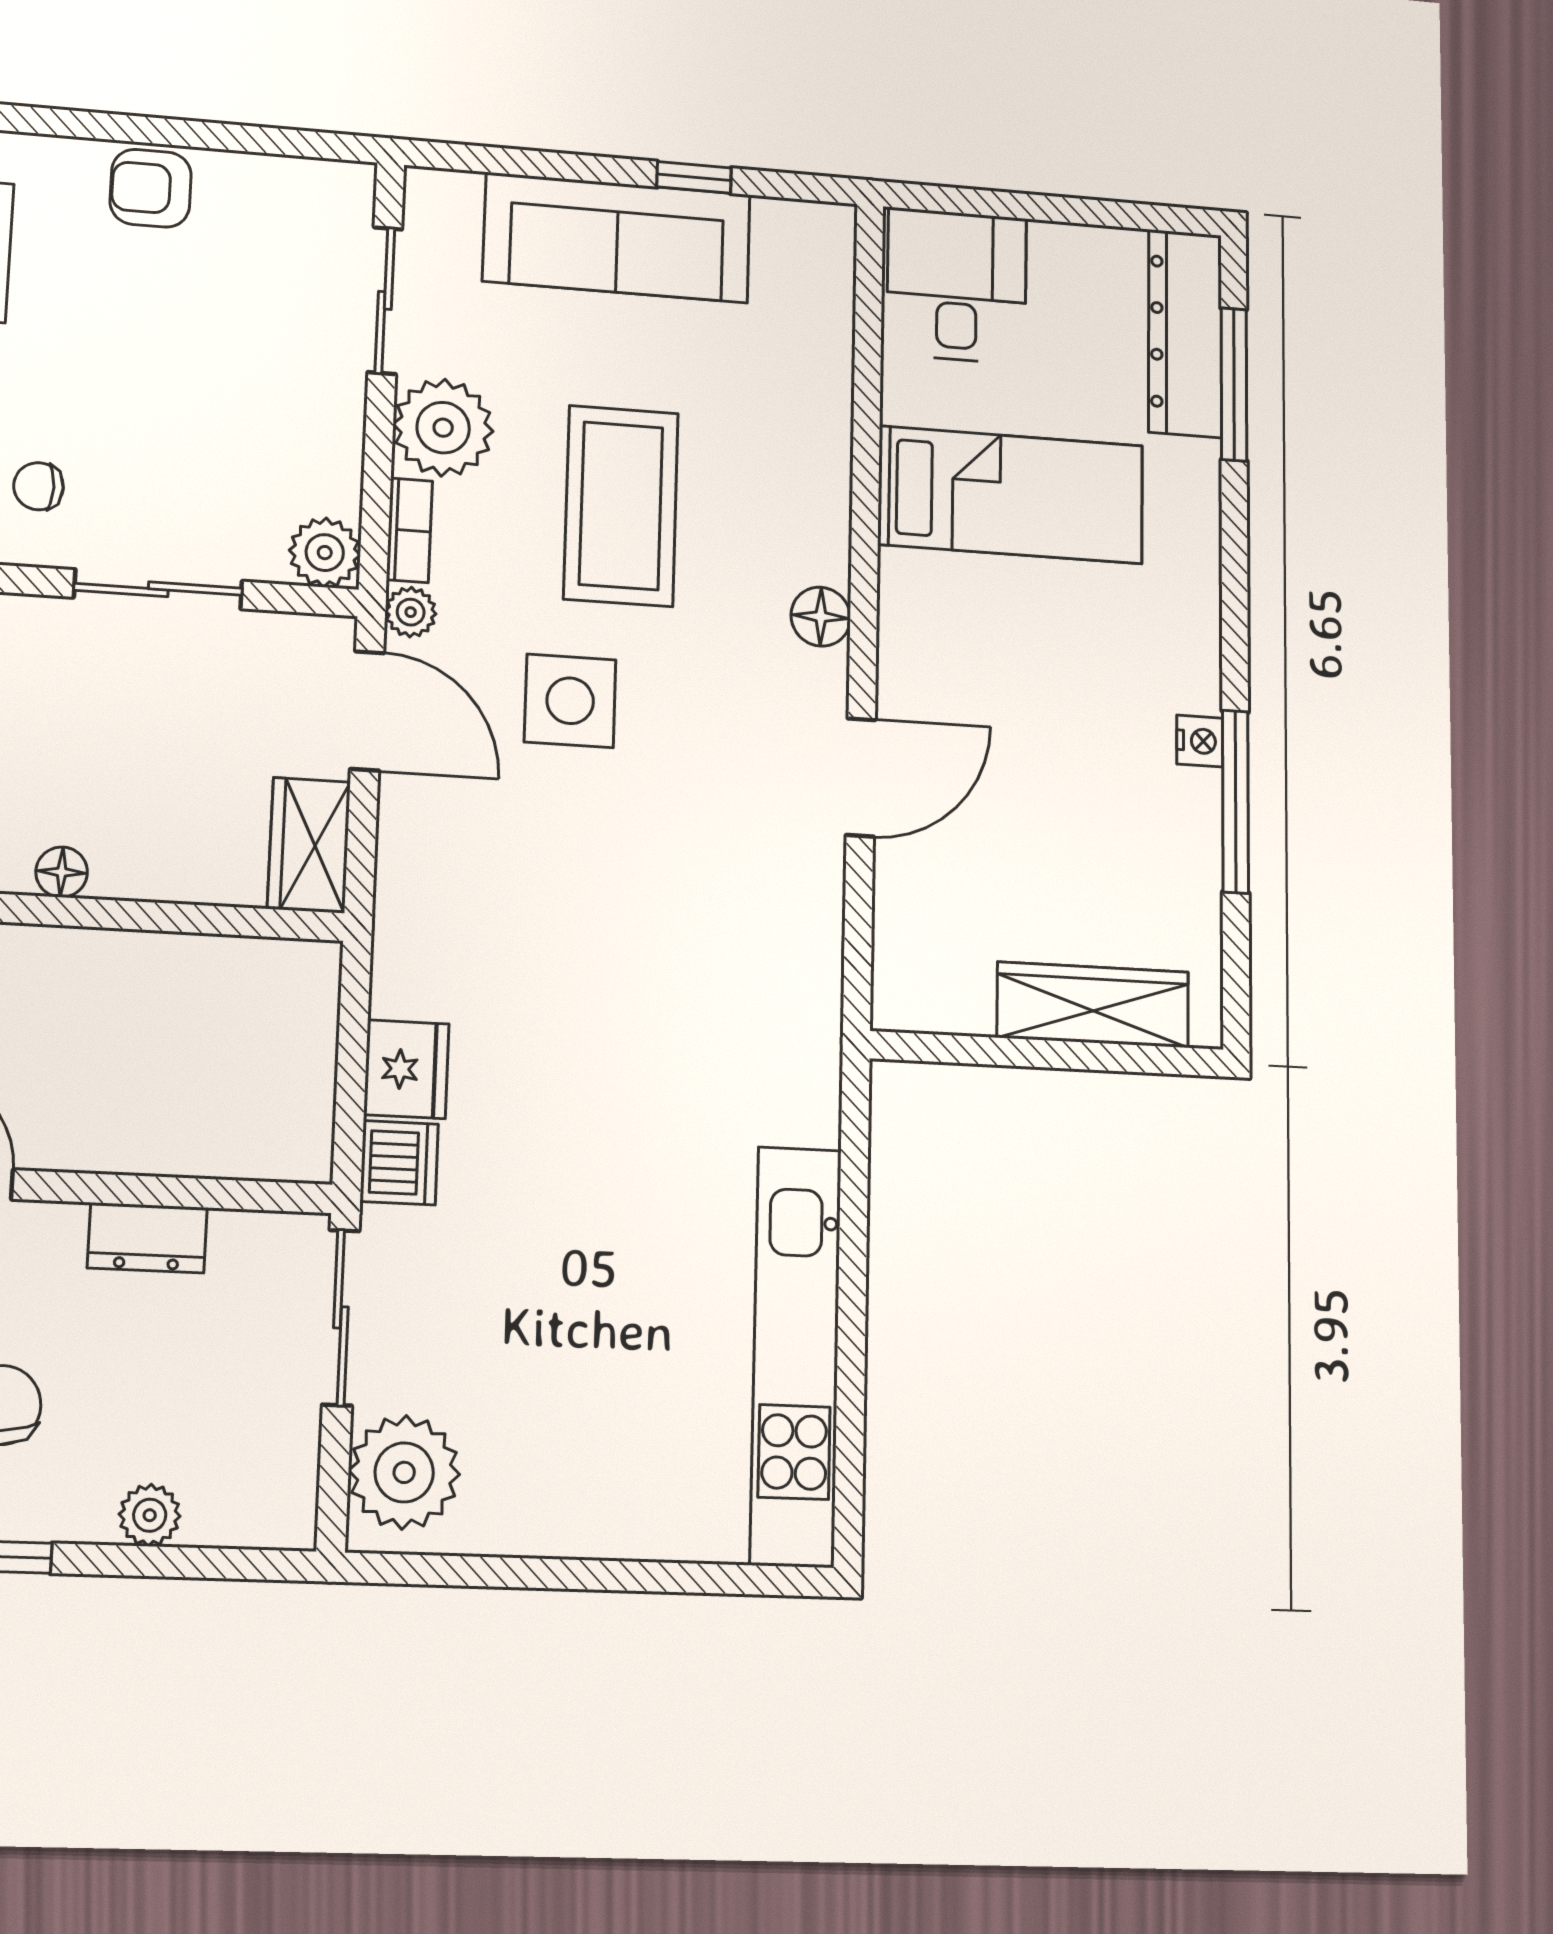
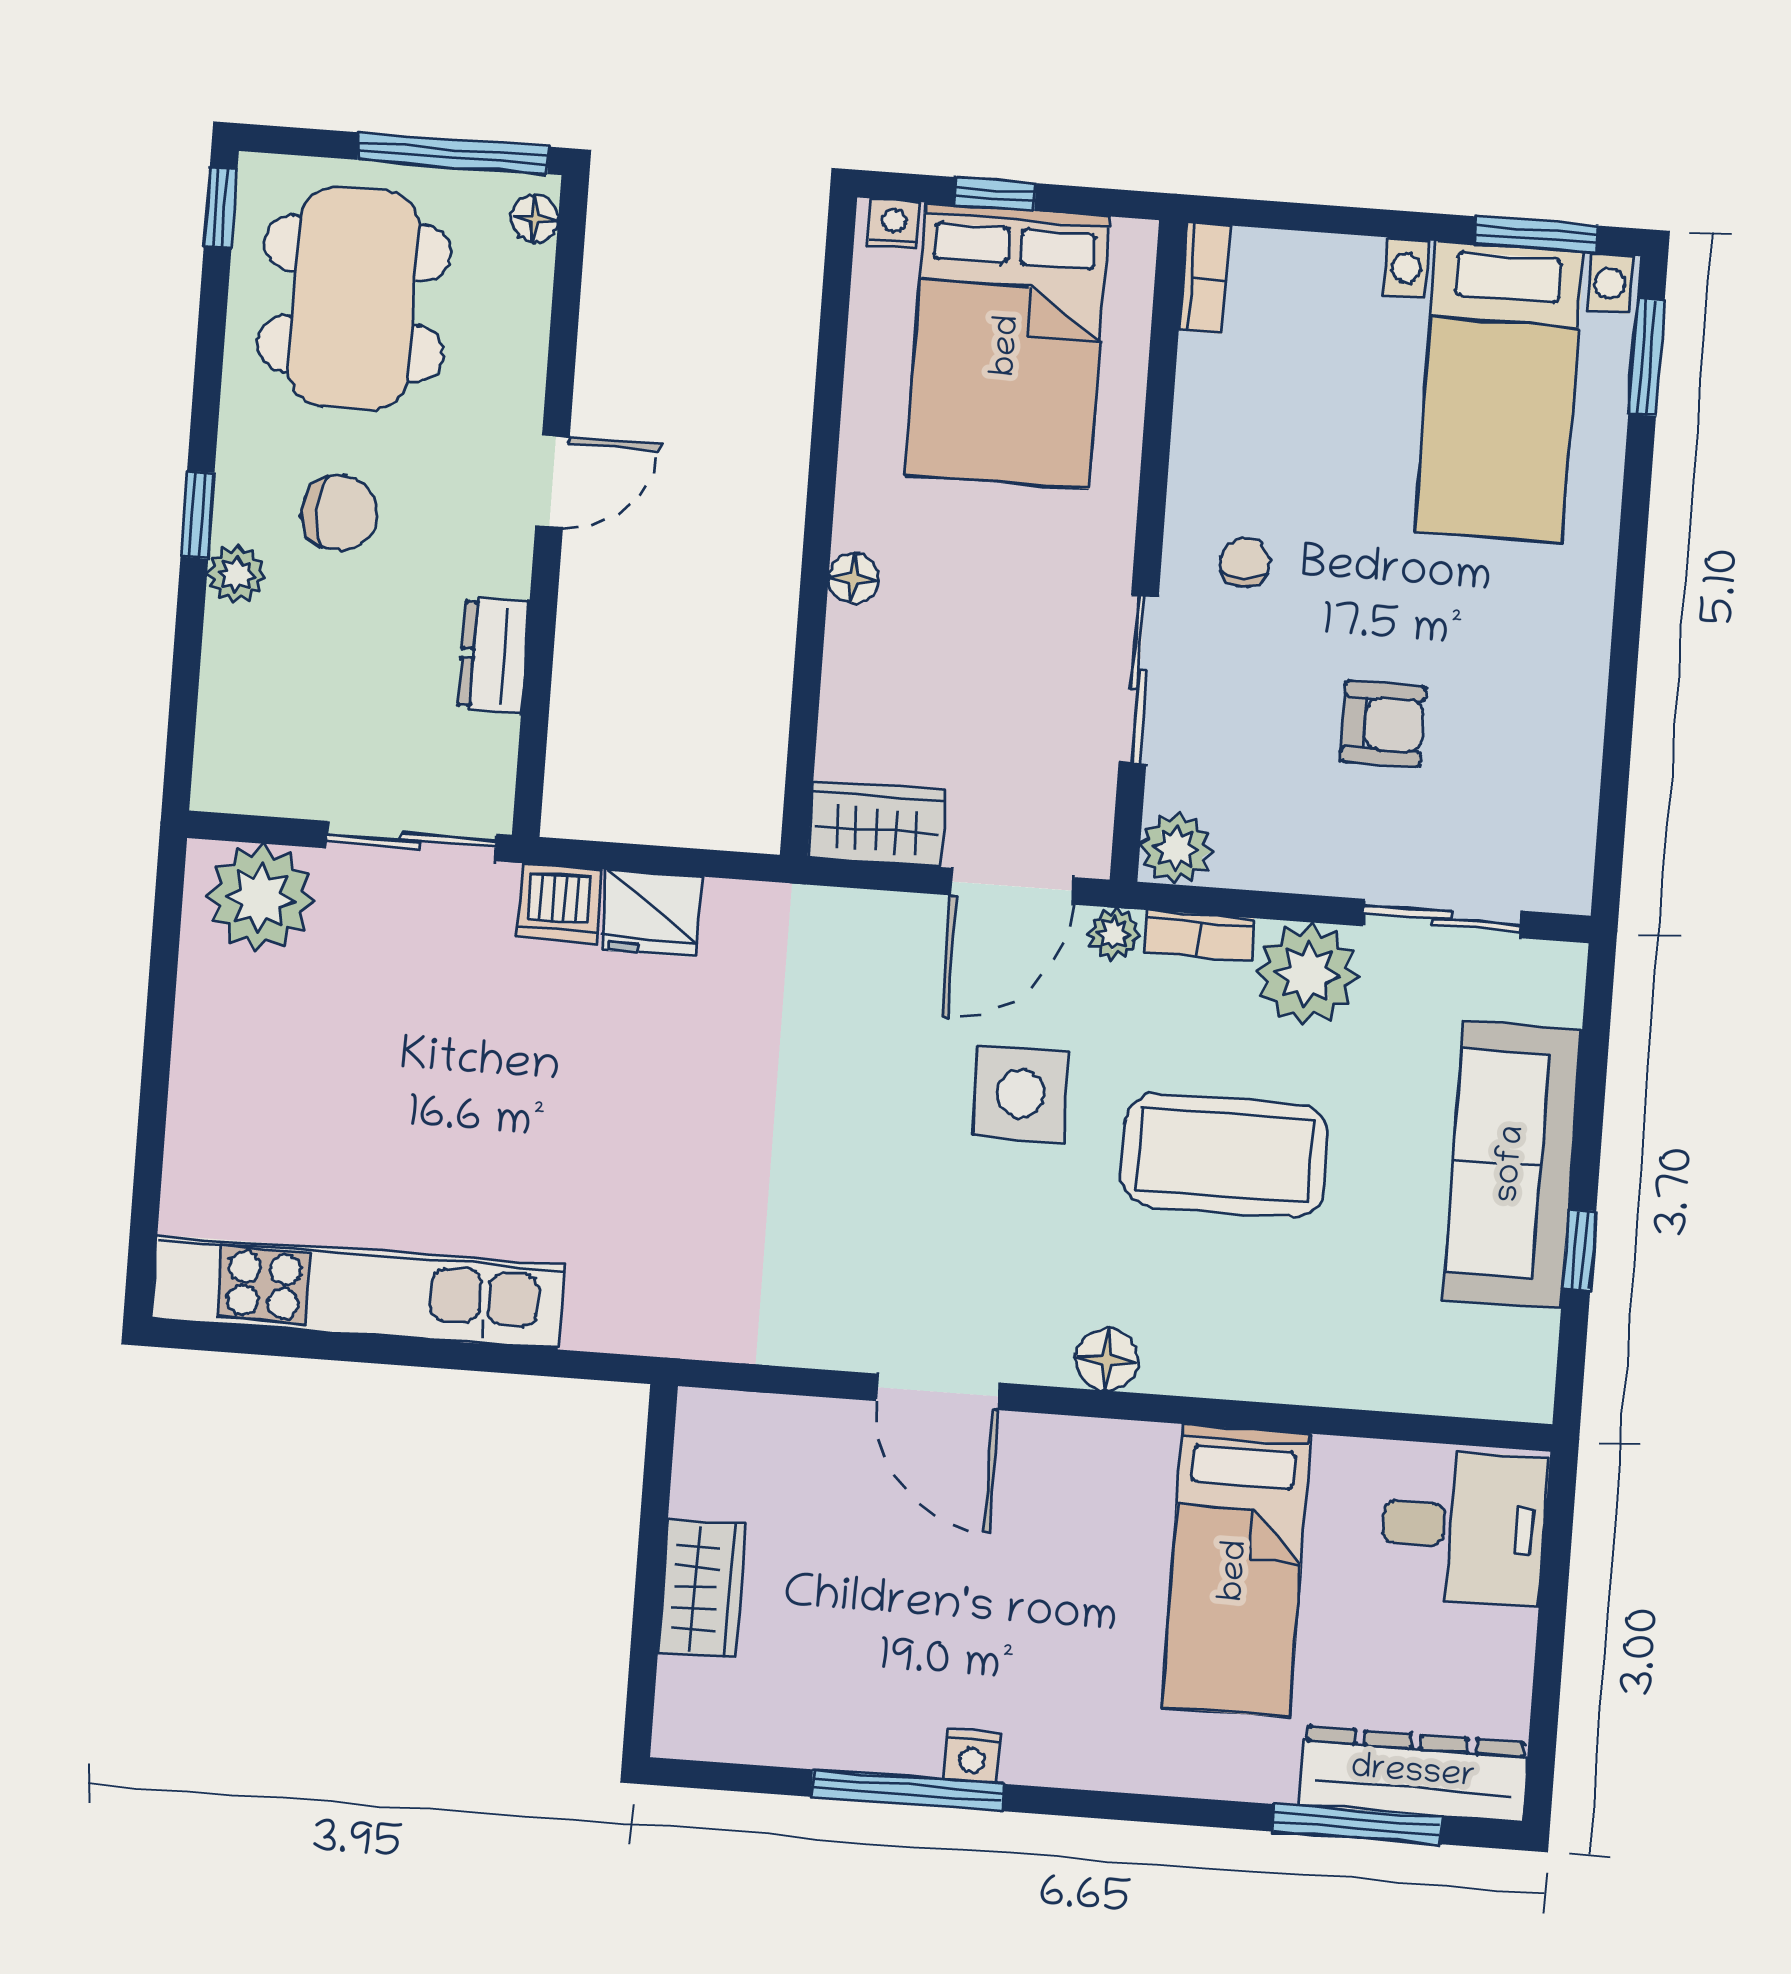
armchair: (151, 188) -> (1383, 724), moved, turned 90
wardrobe: (1093, 1005) -> (702, 1588), width x0.67
plant: (150, 1515) -> (236, 575), moved

